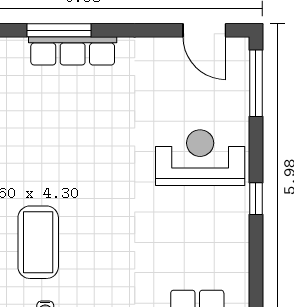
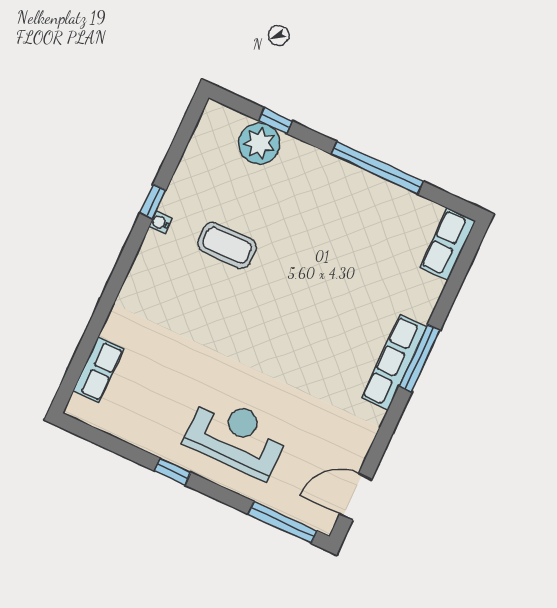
reception desk: (200, 158) -> (236, 437), turned -90
coffee table: (38, 242) -> (227, 245), width x0.73, depth x0.76

